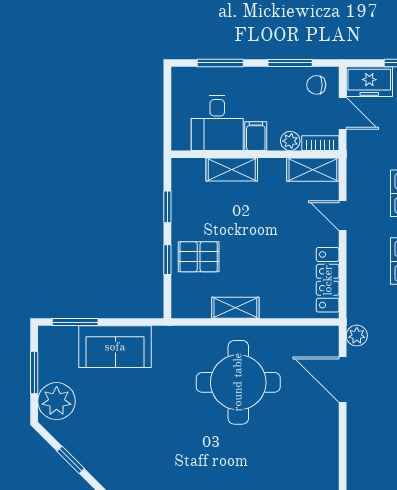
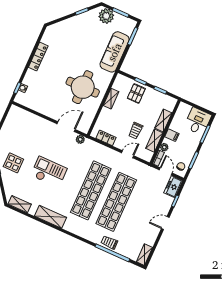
door: (343, 113) -> (166, 171), swing flipped
desk: (217, 123) -> (198, 121), moved, turned 90
shelving: (313, 170) -> (154, 141), moved
trolley: (282, 221) -> (136, 131), added
locker: (328, 280) -> (106, 138), width x0.66
sofa: (115, 347) -> (115, 52), width x1.36

